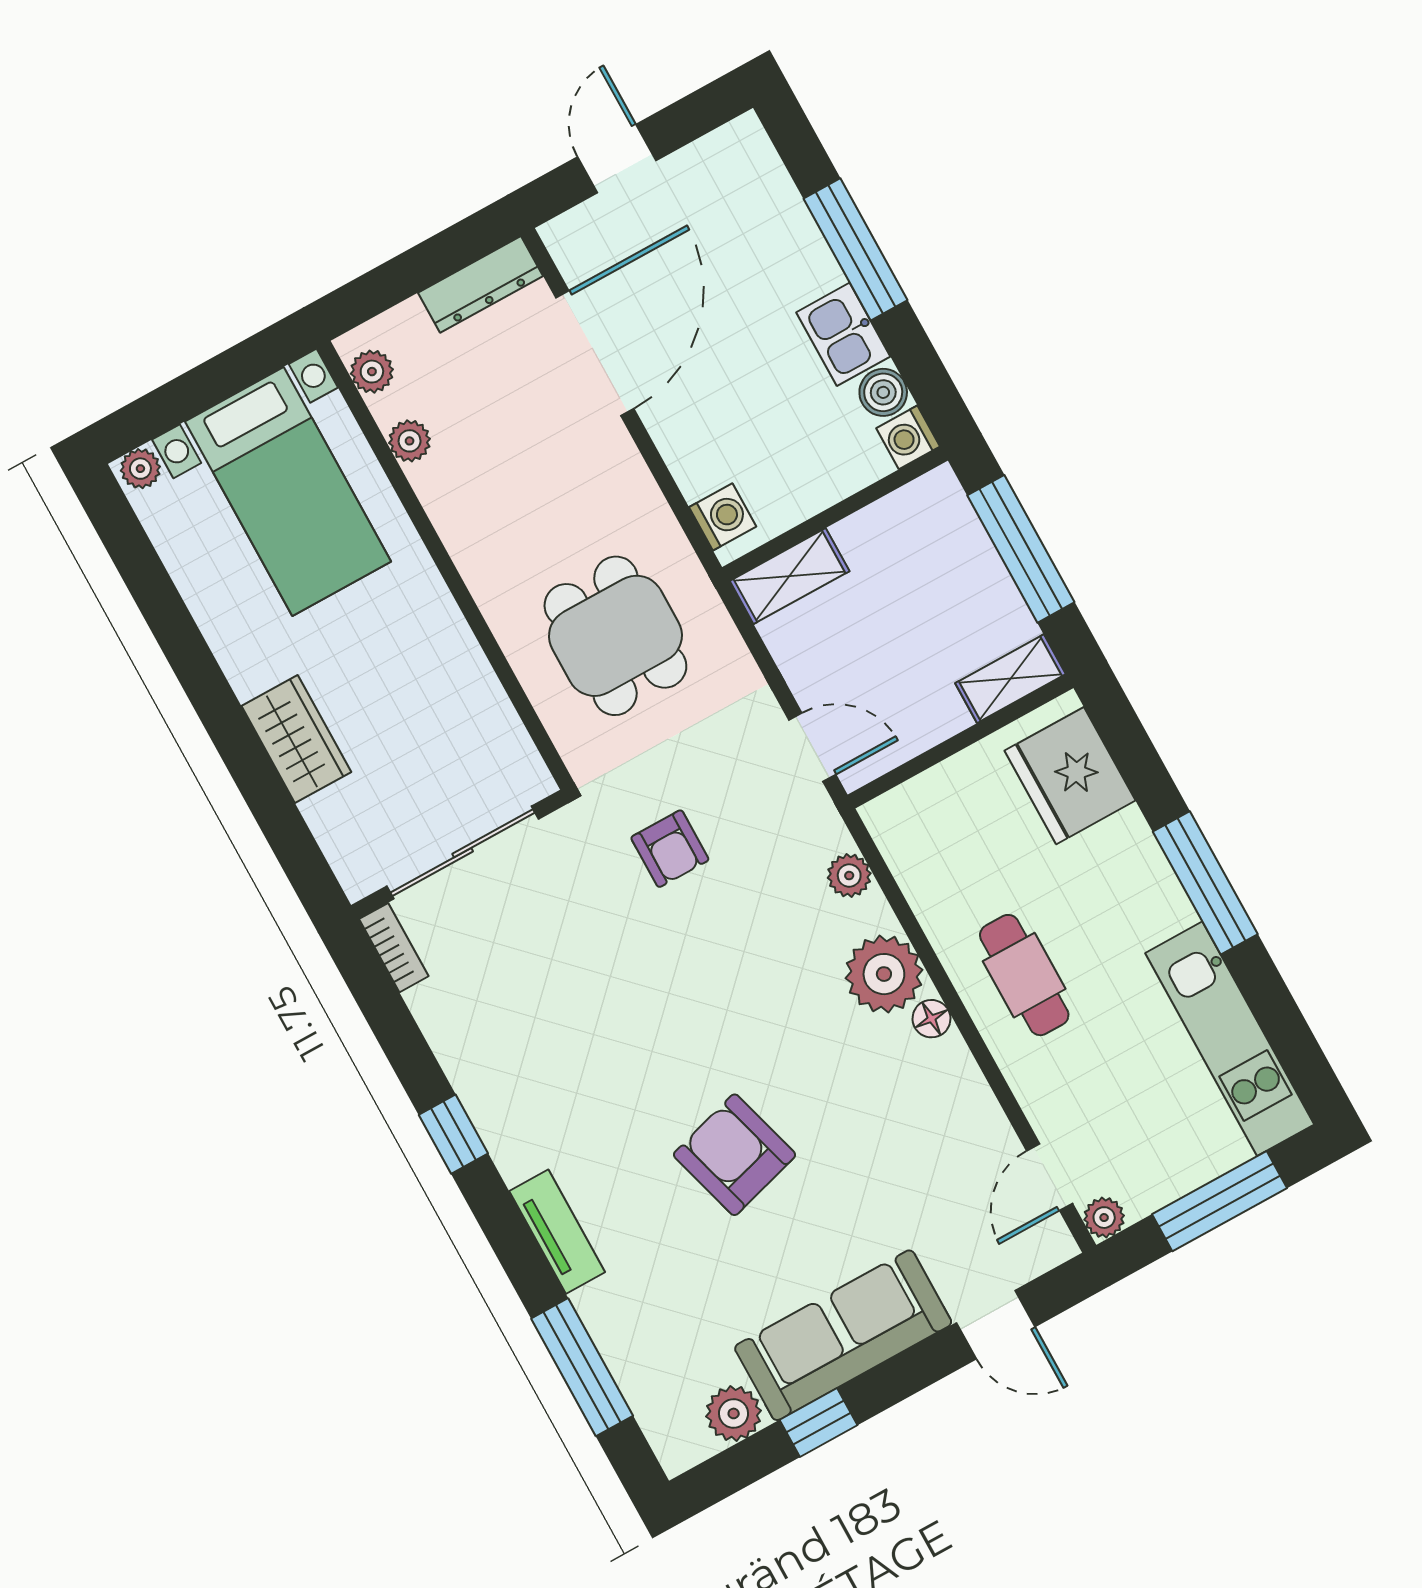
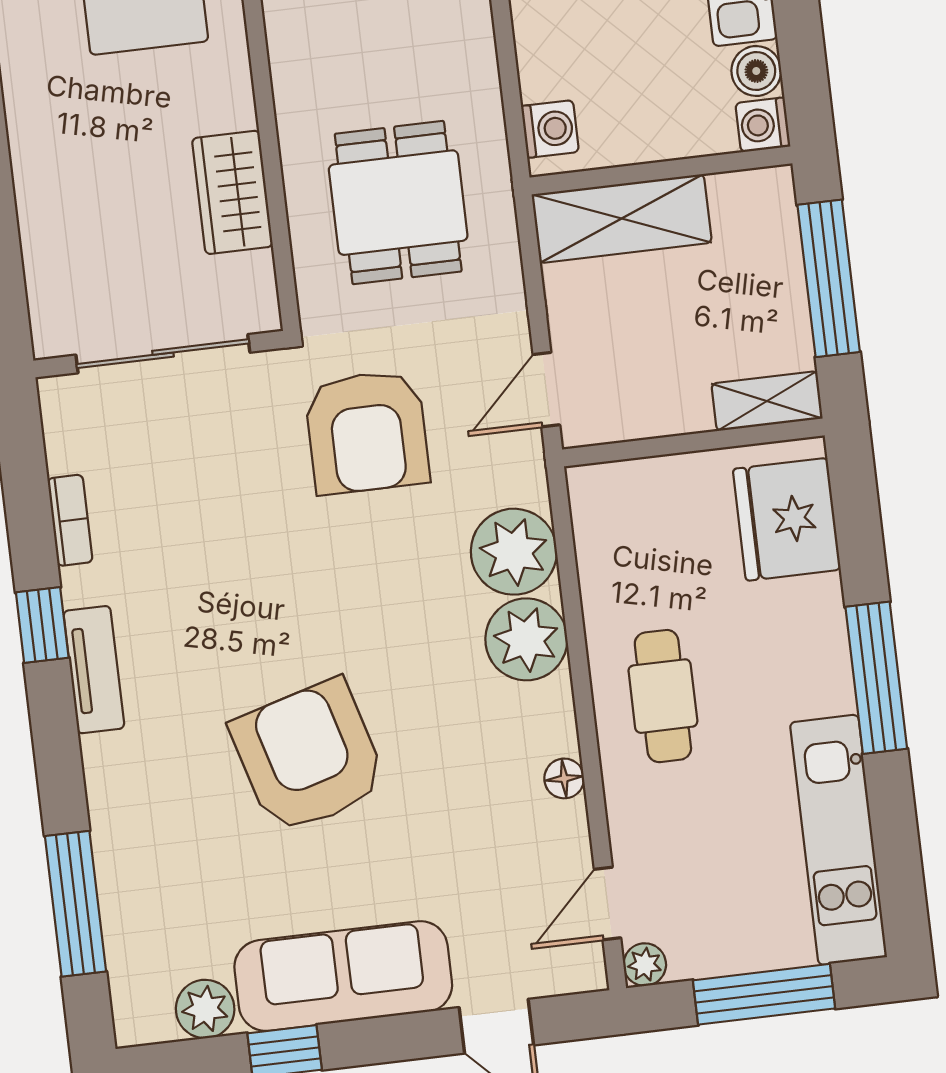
shelving: (790, 576) -> (622, 219), width x1.50, depth x1.33
wardrobe: (296, 739) -> (232, 192), moved, turned 180
door: (812, 747) -> (546, 390), swing flipped
armchair: (670, 849) -> (367, 432), width x1.88, depth x1.88
plant: (849, 876) -> (514, 552), width x1.88, depth x1.88
bookcase: (394, 948) -> (70, 520), moved
floor lamp: (931, 1019) -> (564, 778), moved
armchair: (735, 1155) -> (309, 757), width x1.36, depth x1.36
tv unit: (557, 1232) -> (94, 670), moved

